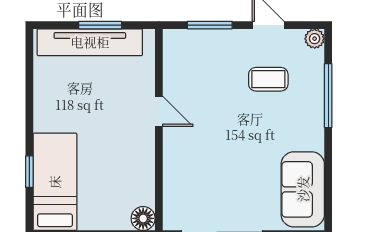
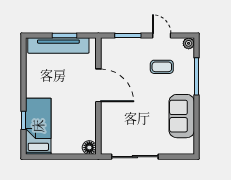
door: (159, 111) -> (98, 85), width x1.88
sofa: (303, 189) -> (182, 116), moved

